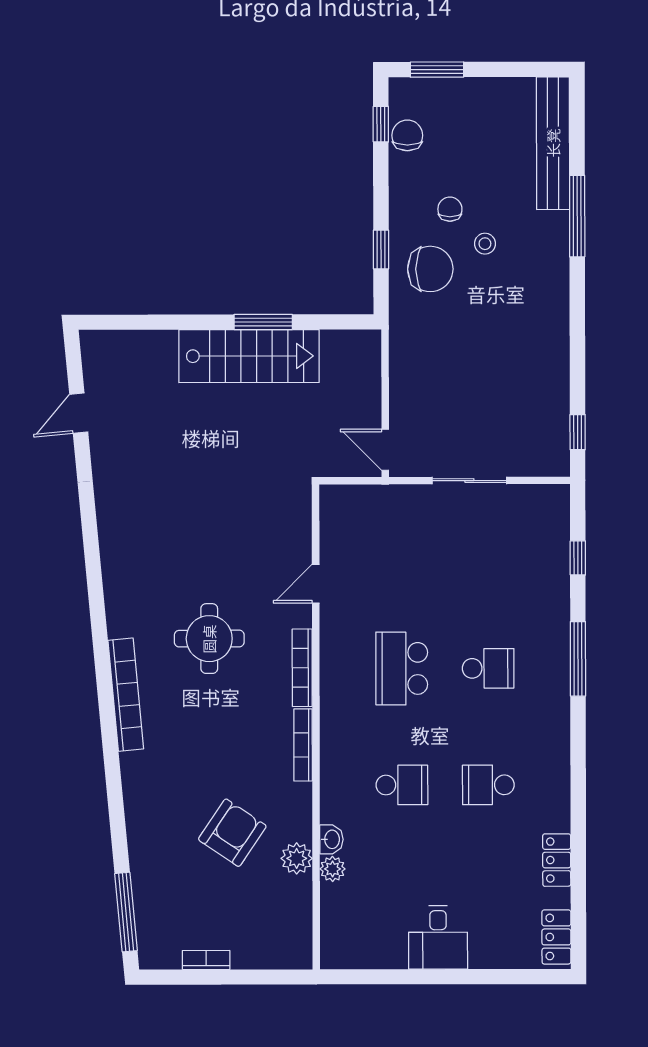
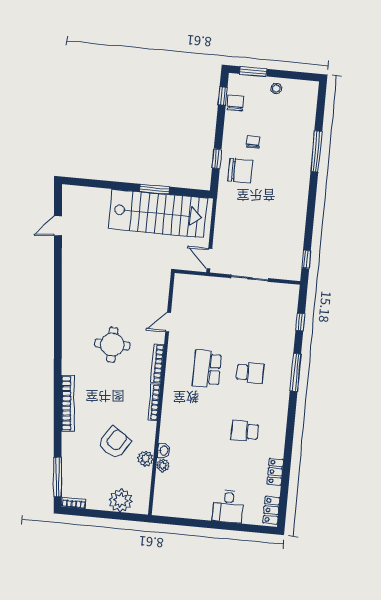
bench: (553, 143) -> (308, 114), removed
stool: (485, 244) -> (276, 89), moved
stairs: (249, 356) -> (158, 213), width x1.36, depth x1.51
bookcase: (126, 695) -> (68, 403), moved
school desk: (402, 785) -> (201, 427), removed
desk: (438, 937) -> (228, 506), moved
plant: (255, 946) -> (121, 500), added
bookcase: (206, 960) -> (74, 503), moved

